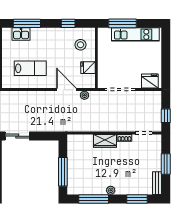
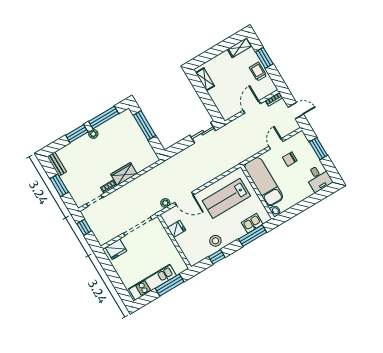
stool: (81, 45) -> (215, 241), moved
lab bench: (30, 68) -> (226, 198), width x1.36, depth x1.39
window: (137, 199) -> (77, 134), moved

